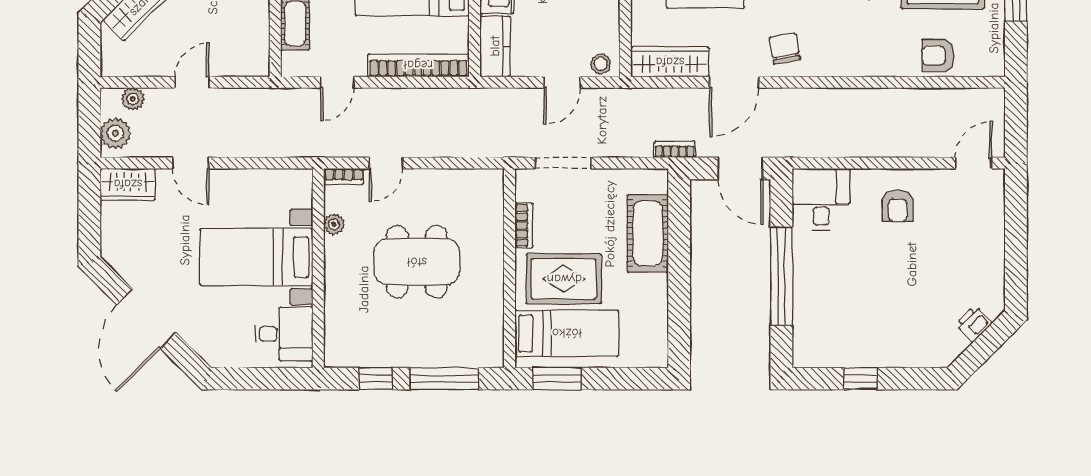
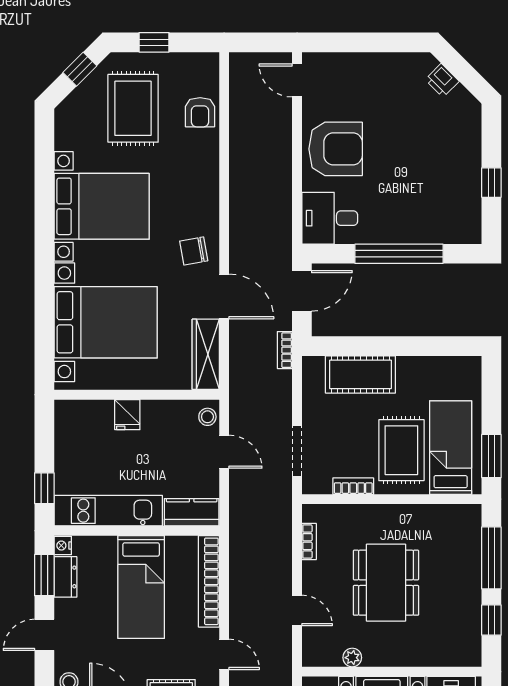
bookcase: (344, 176) -> (309, 542), moved
armchair: (898, 206) -> (336, 149), width x1.88, depth x1.88

